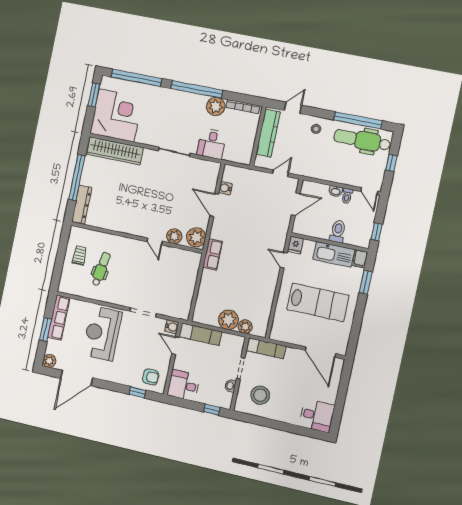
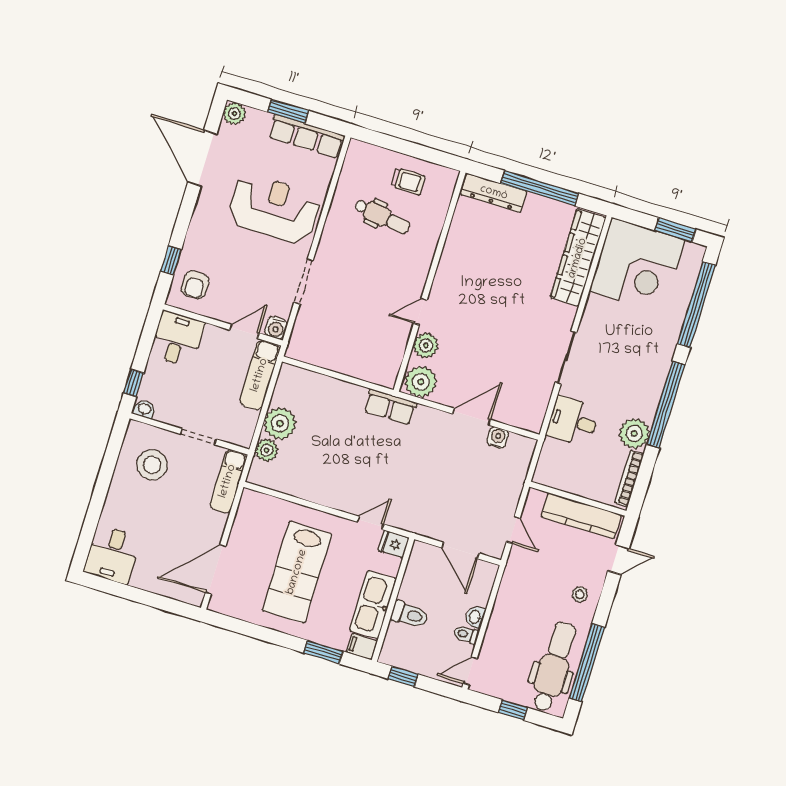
door: (293, 108) -> (618, 560), hinge flipped
washbasin: (230, 386) -> (145, 409), moved

